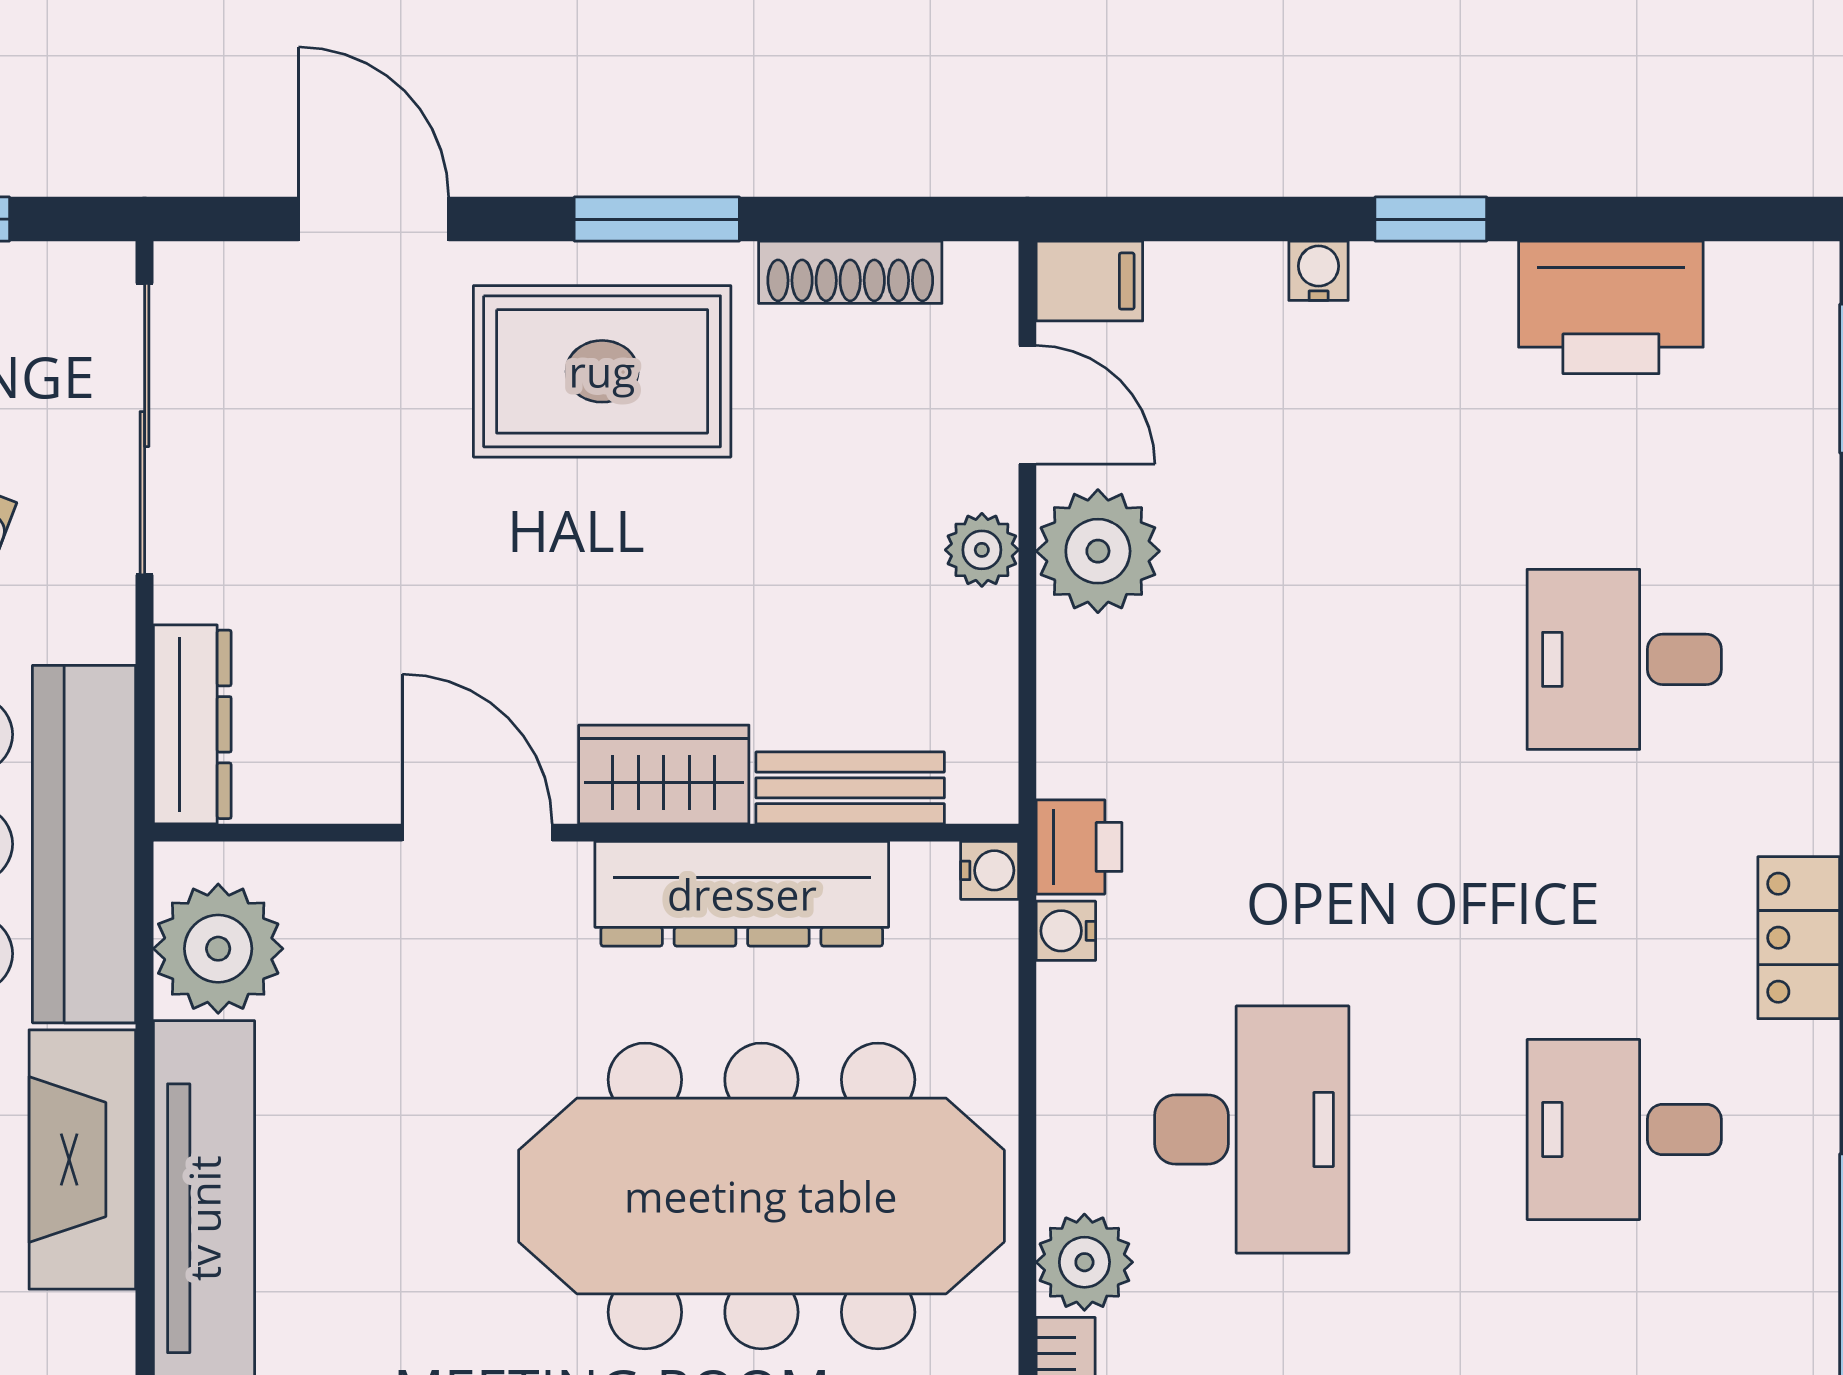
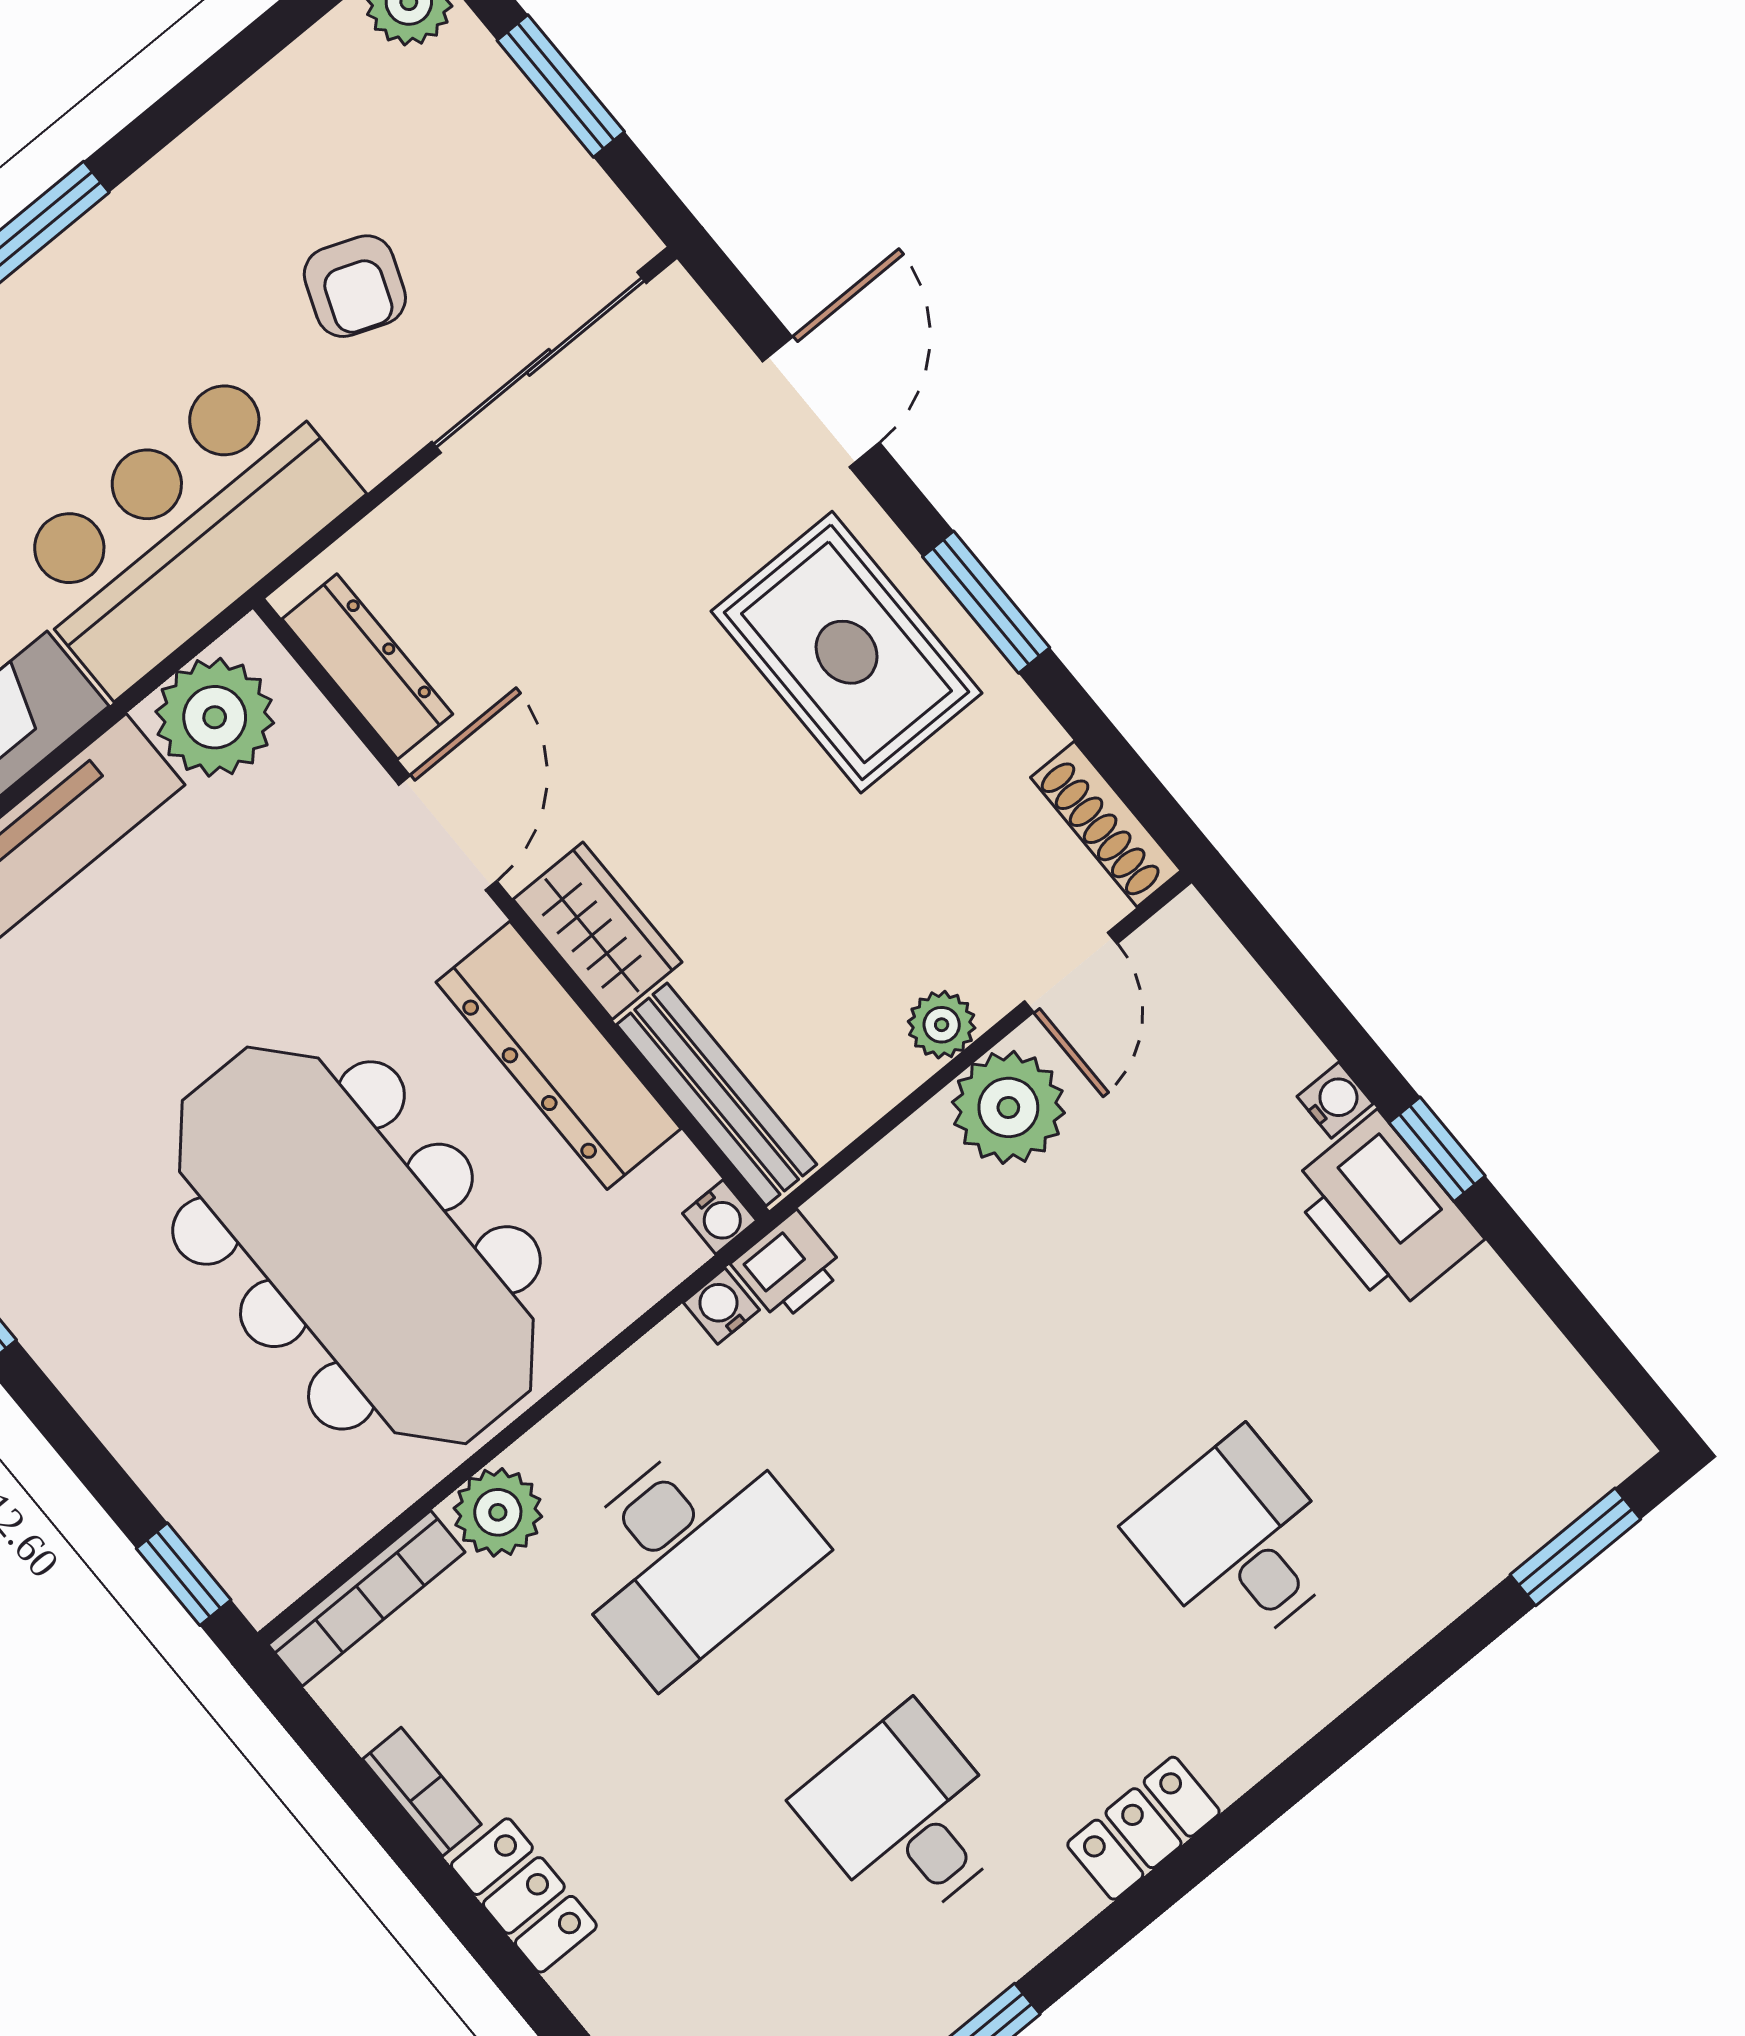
shoe rack: (850, 272) -> (1106, 824), moved
filing cabinet: (1089, 281) -> (1194, 944), removed
printer: (1611, 307) -> (1384, 1213), moved
dresser: (192, 724) -> (367, 667), moved, turned -90
bench: (850, 788) -> (717, 1094), width x1.36

